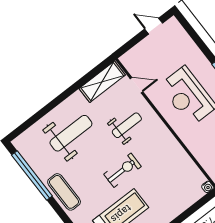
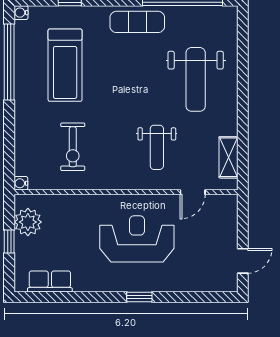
shelving: (102, 82) -> (228, 157), width x0.67, depth x0.75
exercise bike: (123, 170) -> (73, 147), moved

